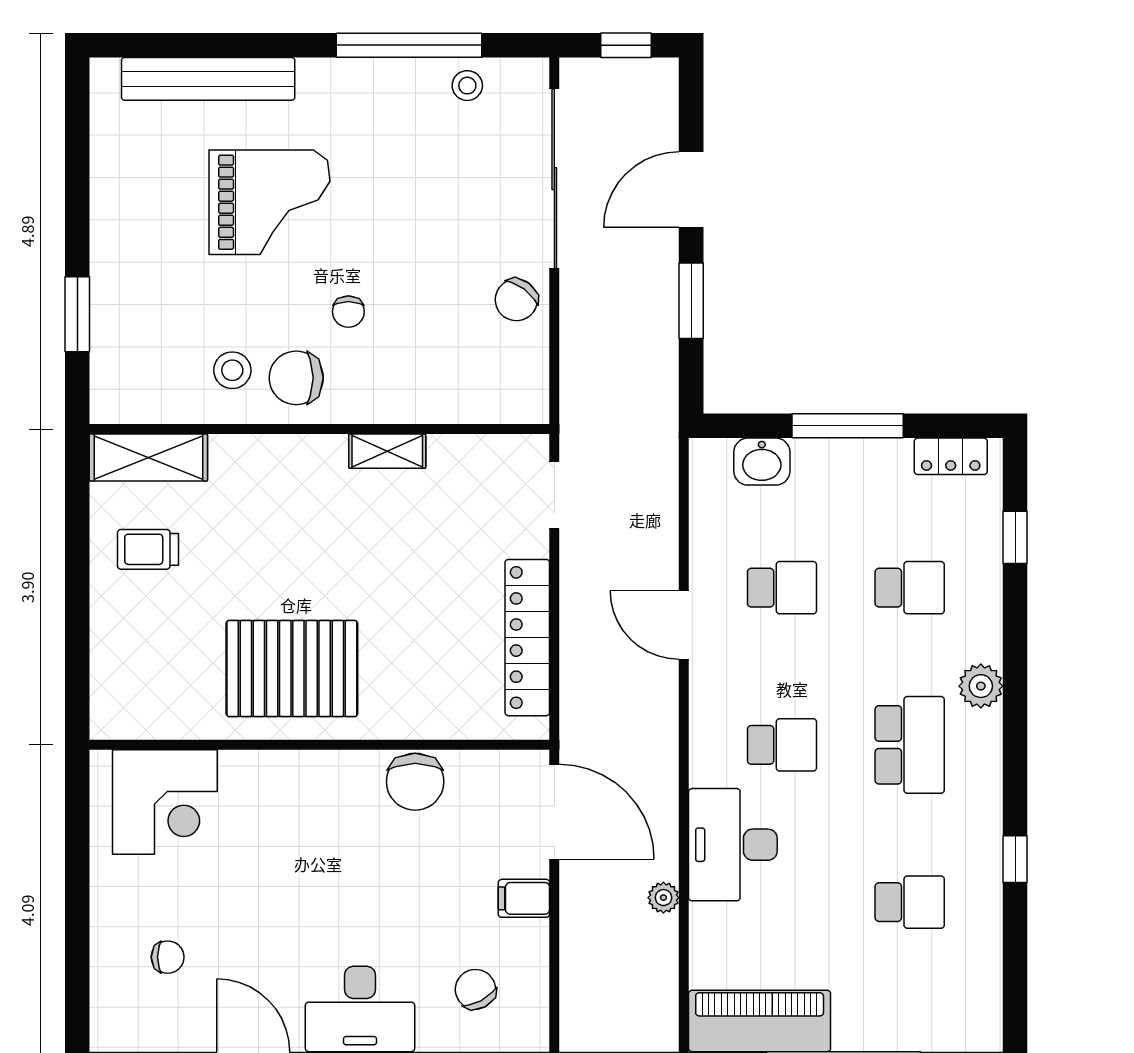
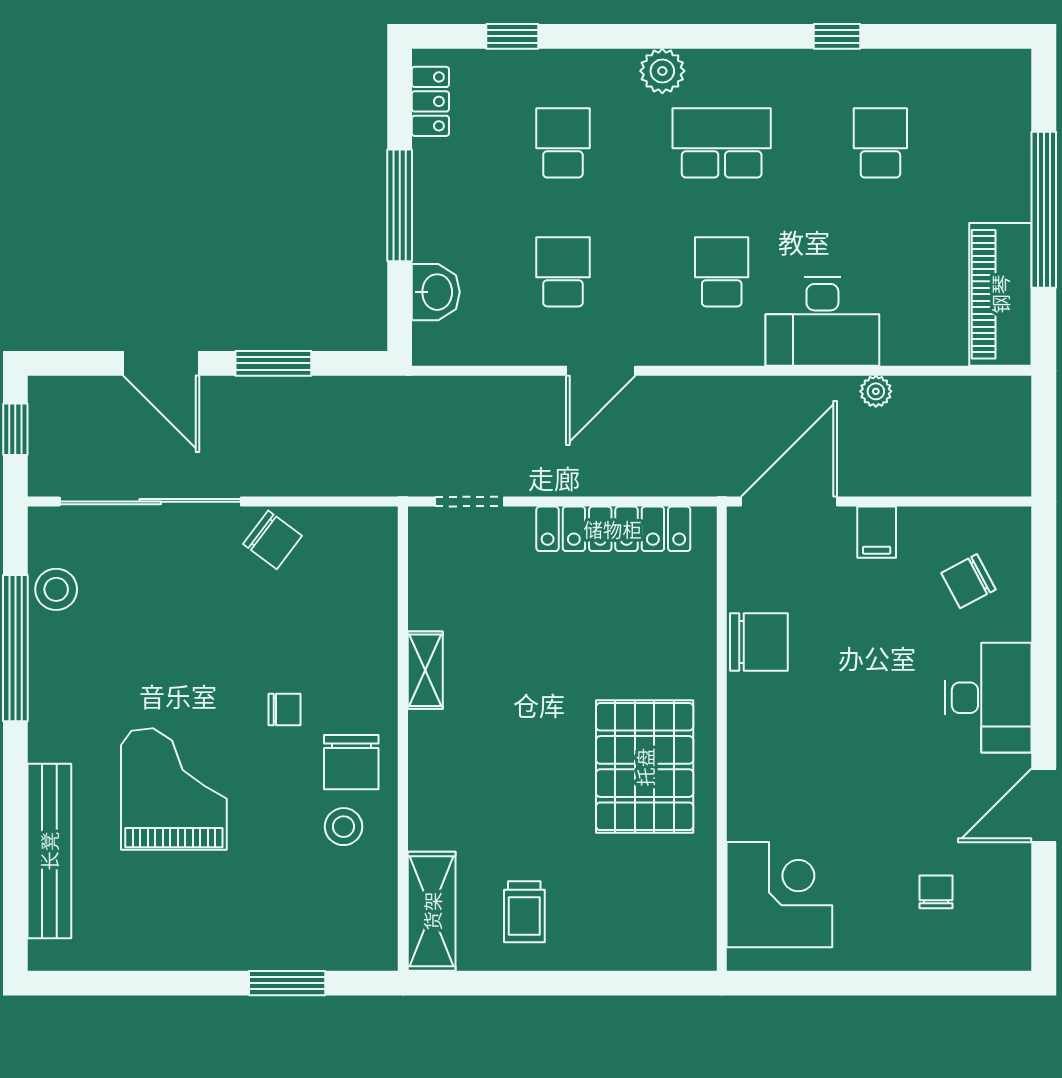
stool: (467, 86) -> (56, 589), width x1.37, depth x1.37

